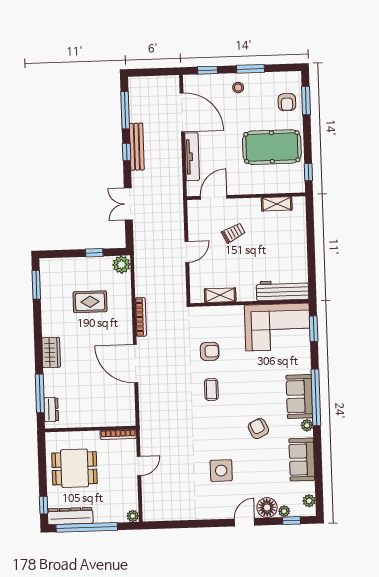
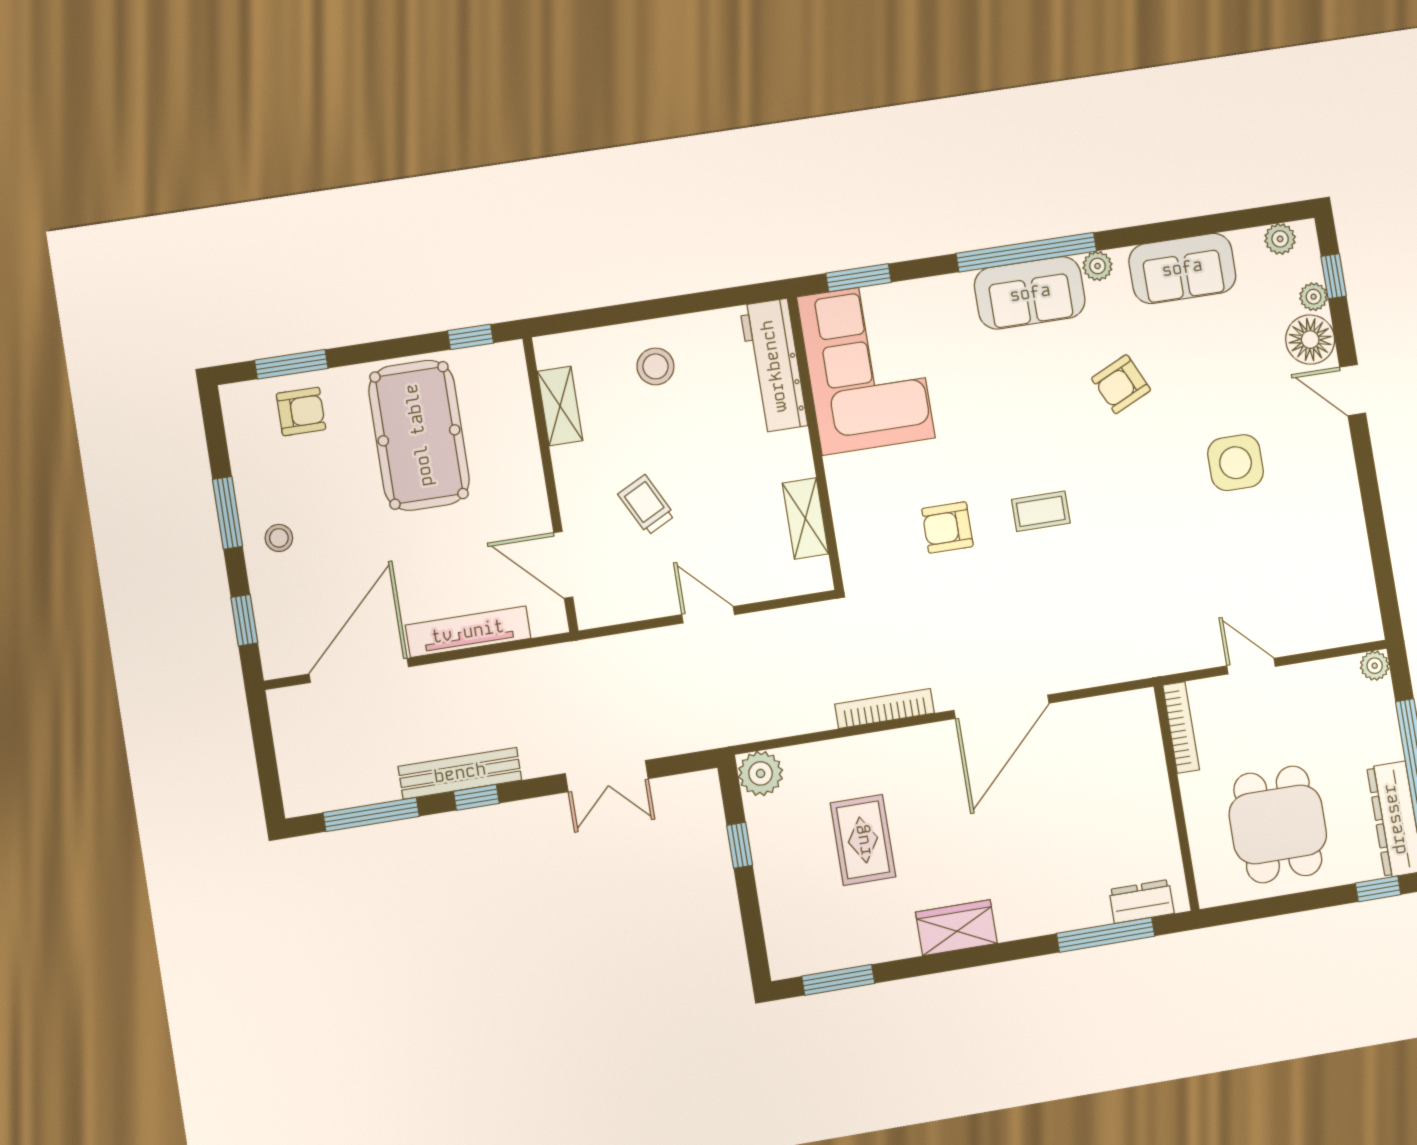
stool: (288, 243) -> (655, 366), added
armchair: (210, 351) -> (947, 527), turned -90
wardrobe: (51, 352) -> (956, 928), moved

